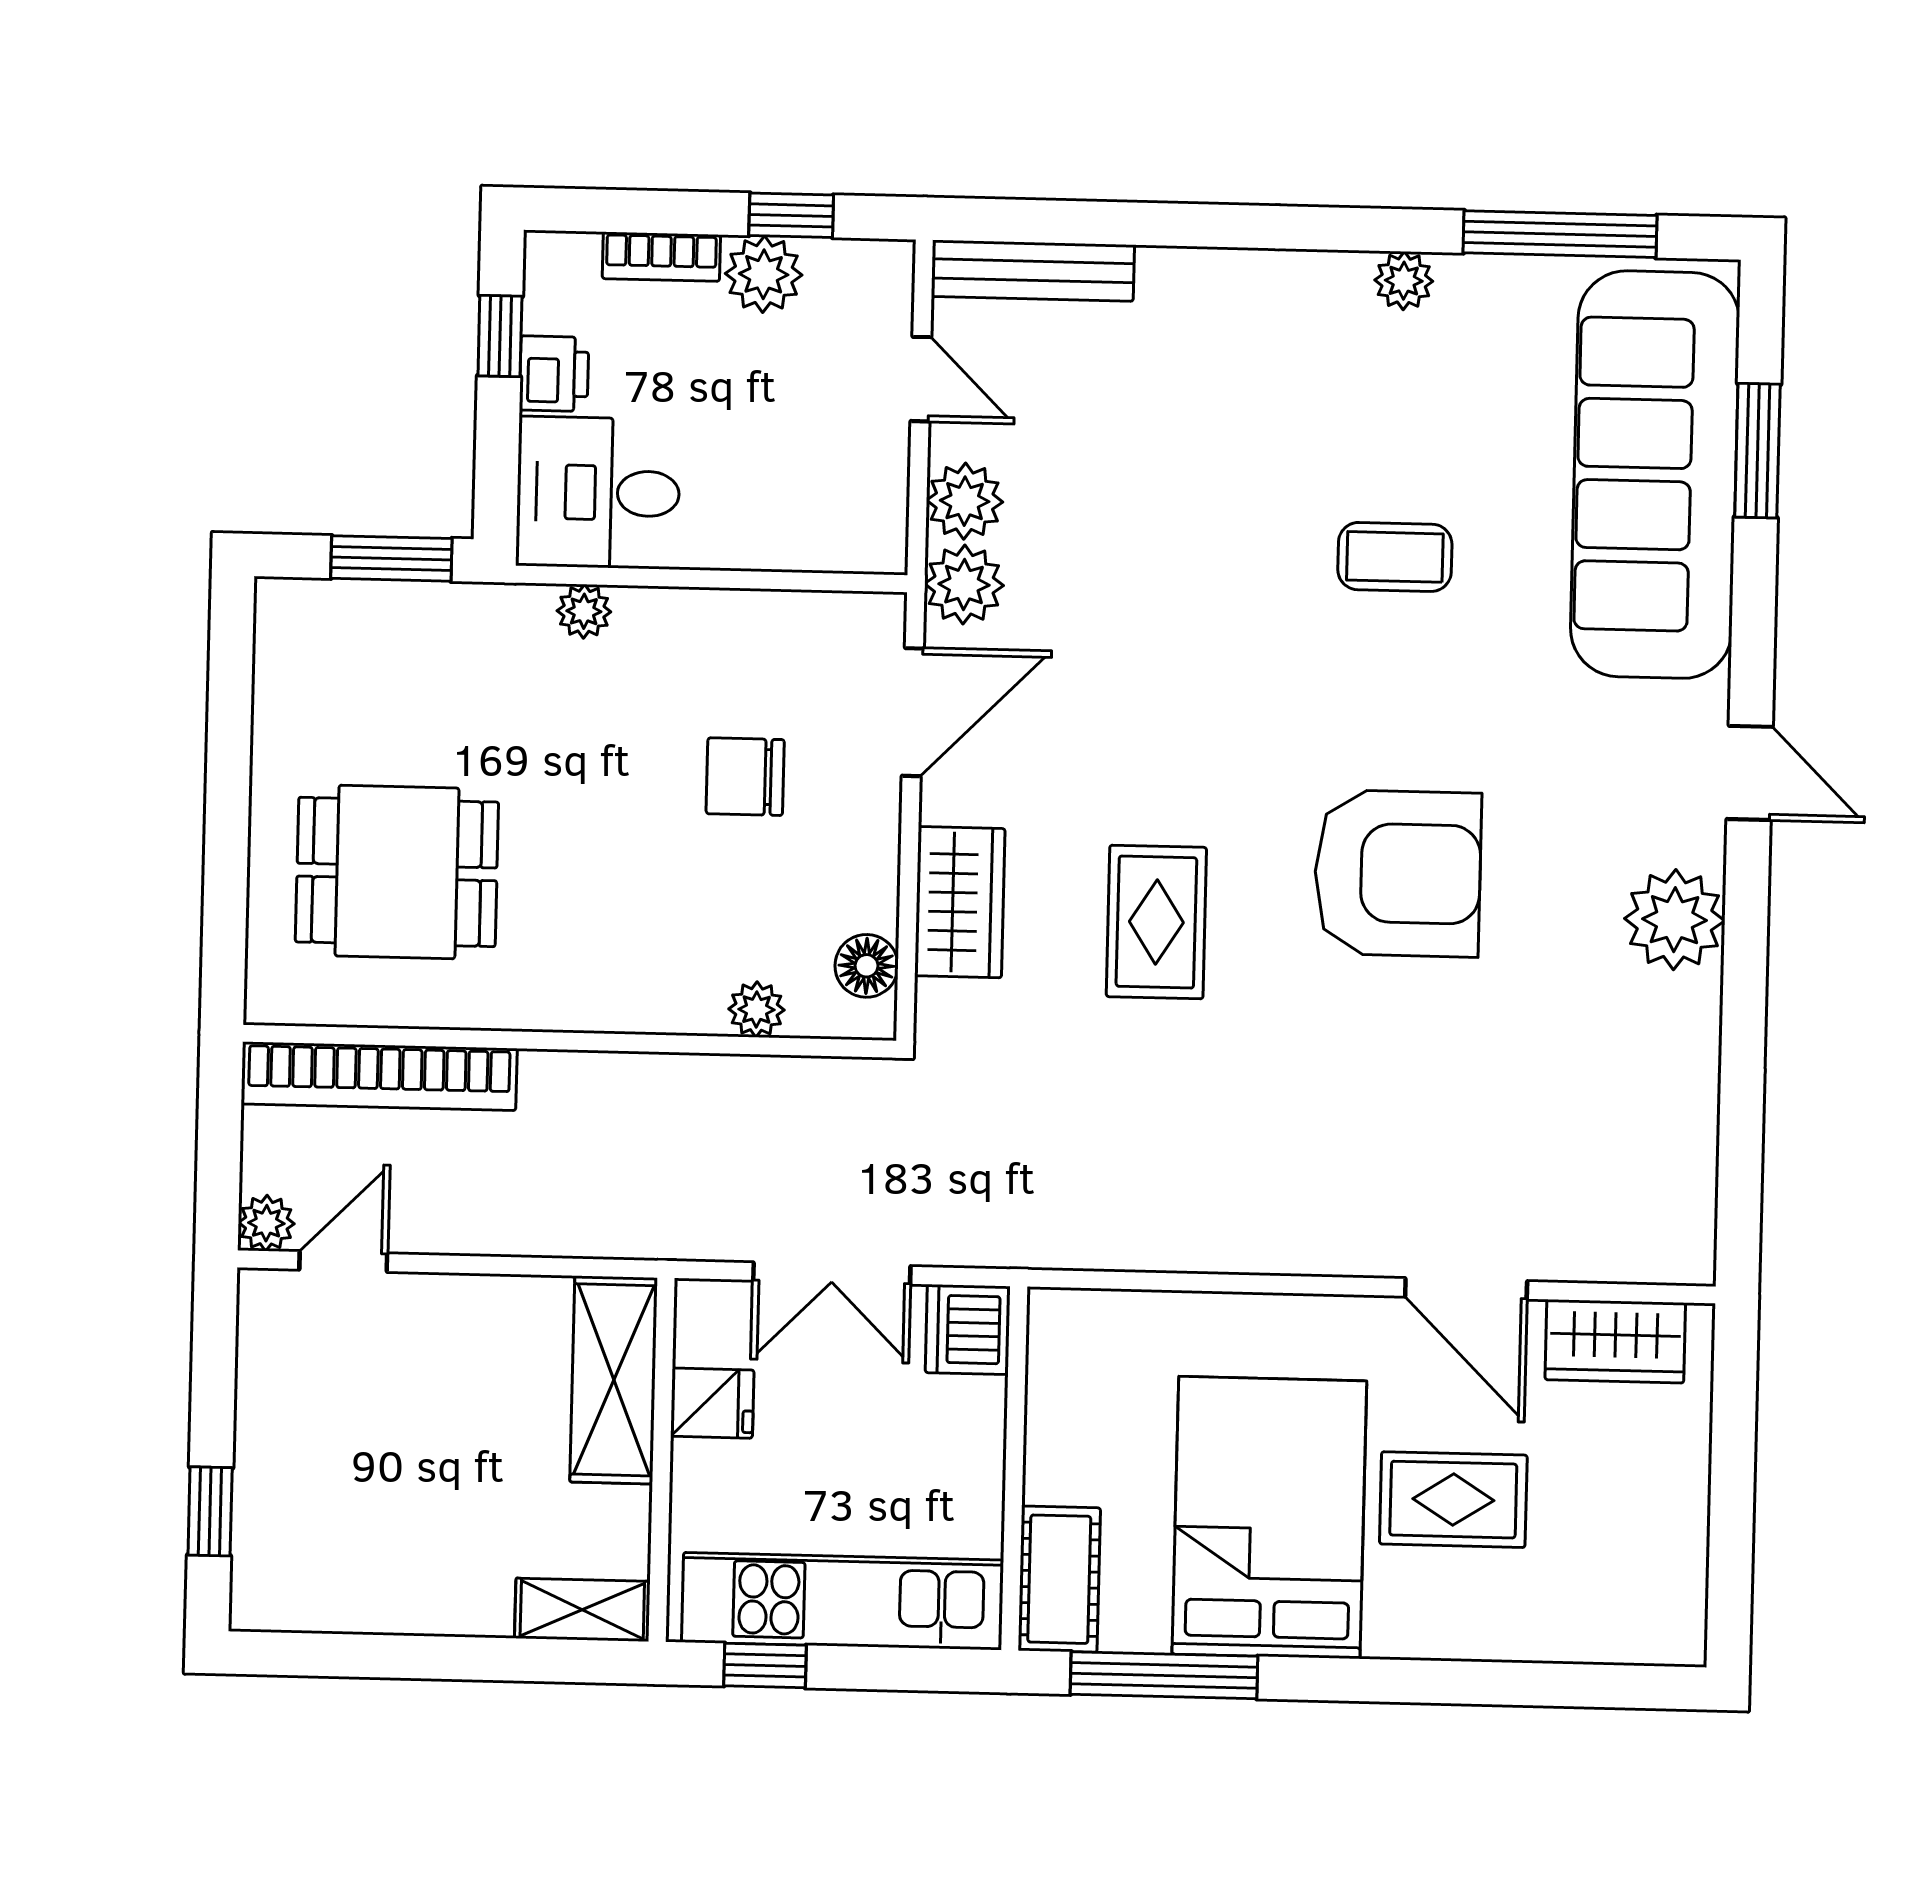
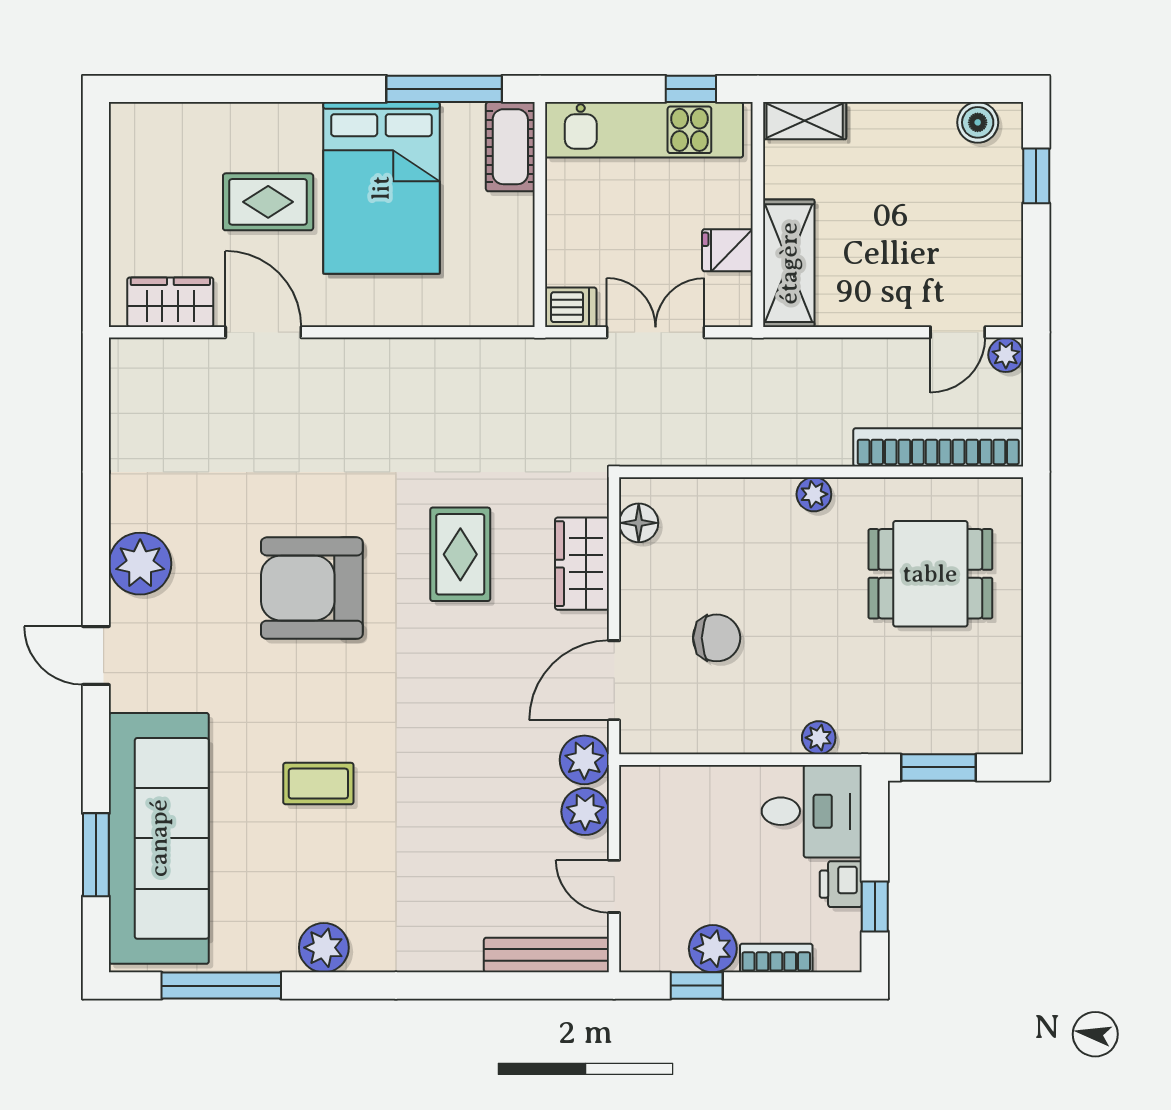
plant: (1404, 281) -> (324, 948), width x1.38, depth x1.38
plant: (757, 1009) -> (814, 494), moved
dishwasher: (968, 1329) -> (571, 307), width x0.73
boiler: (303, 1600) -> (978, 122), added

